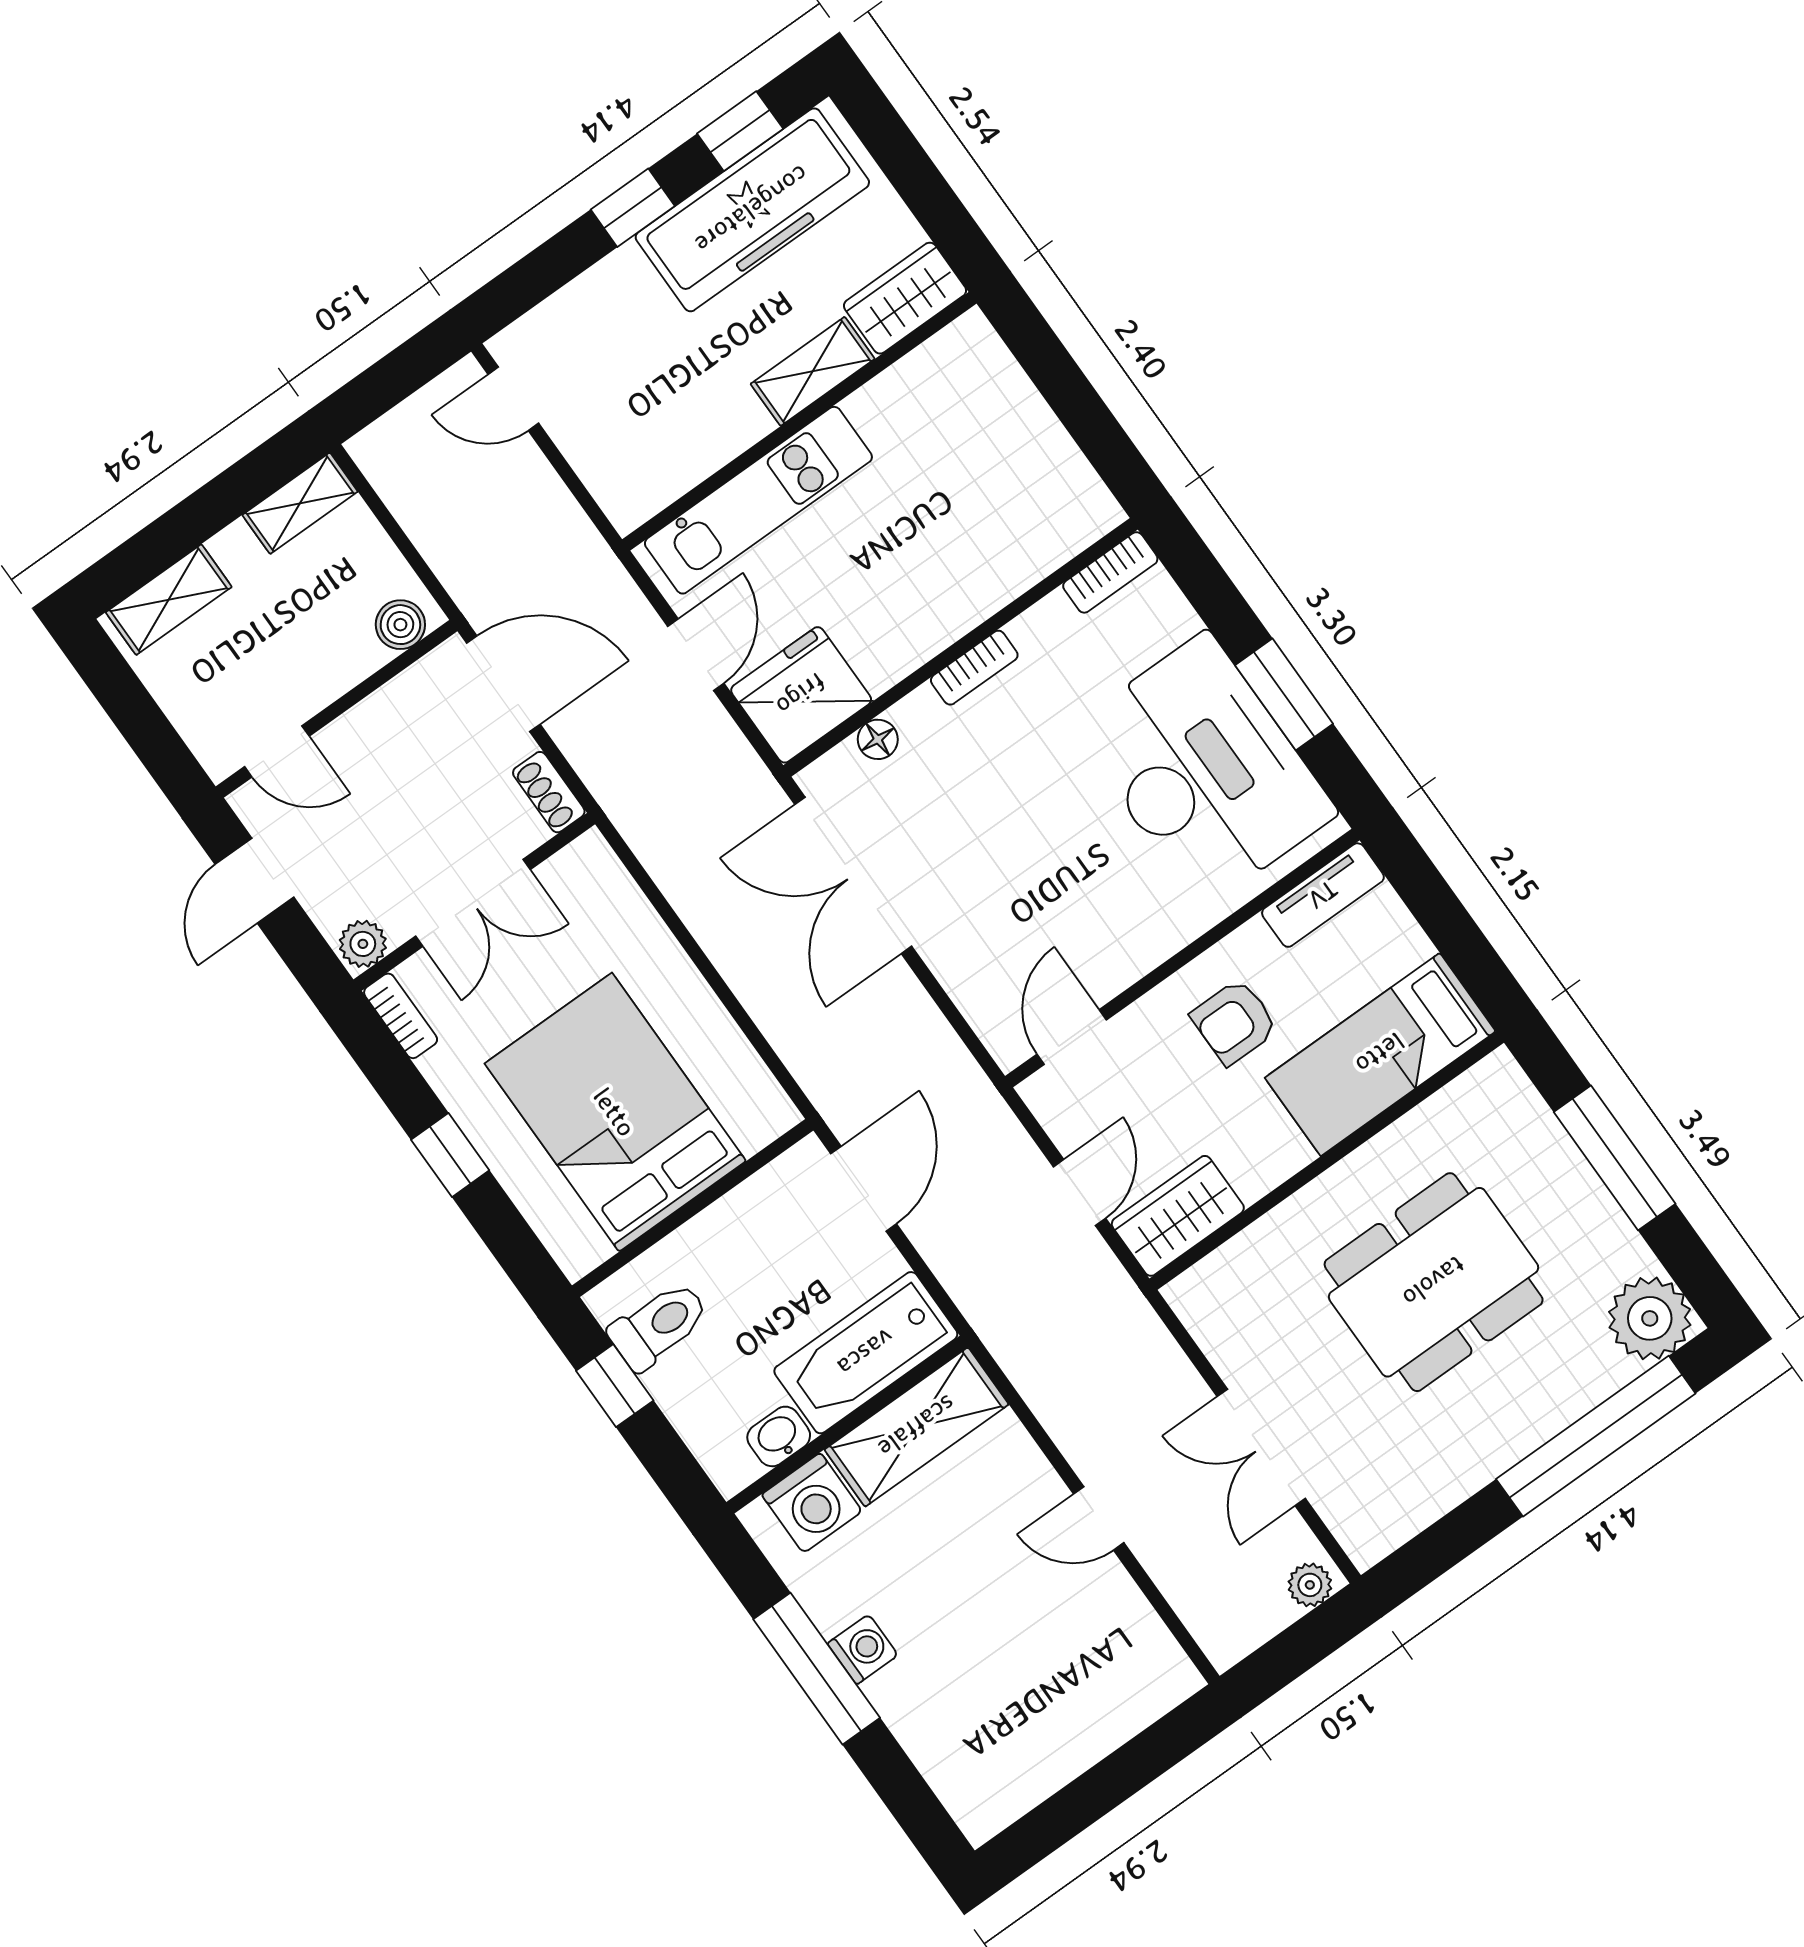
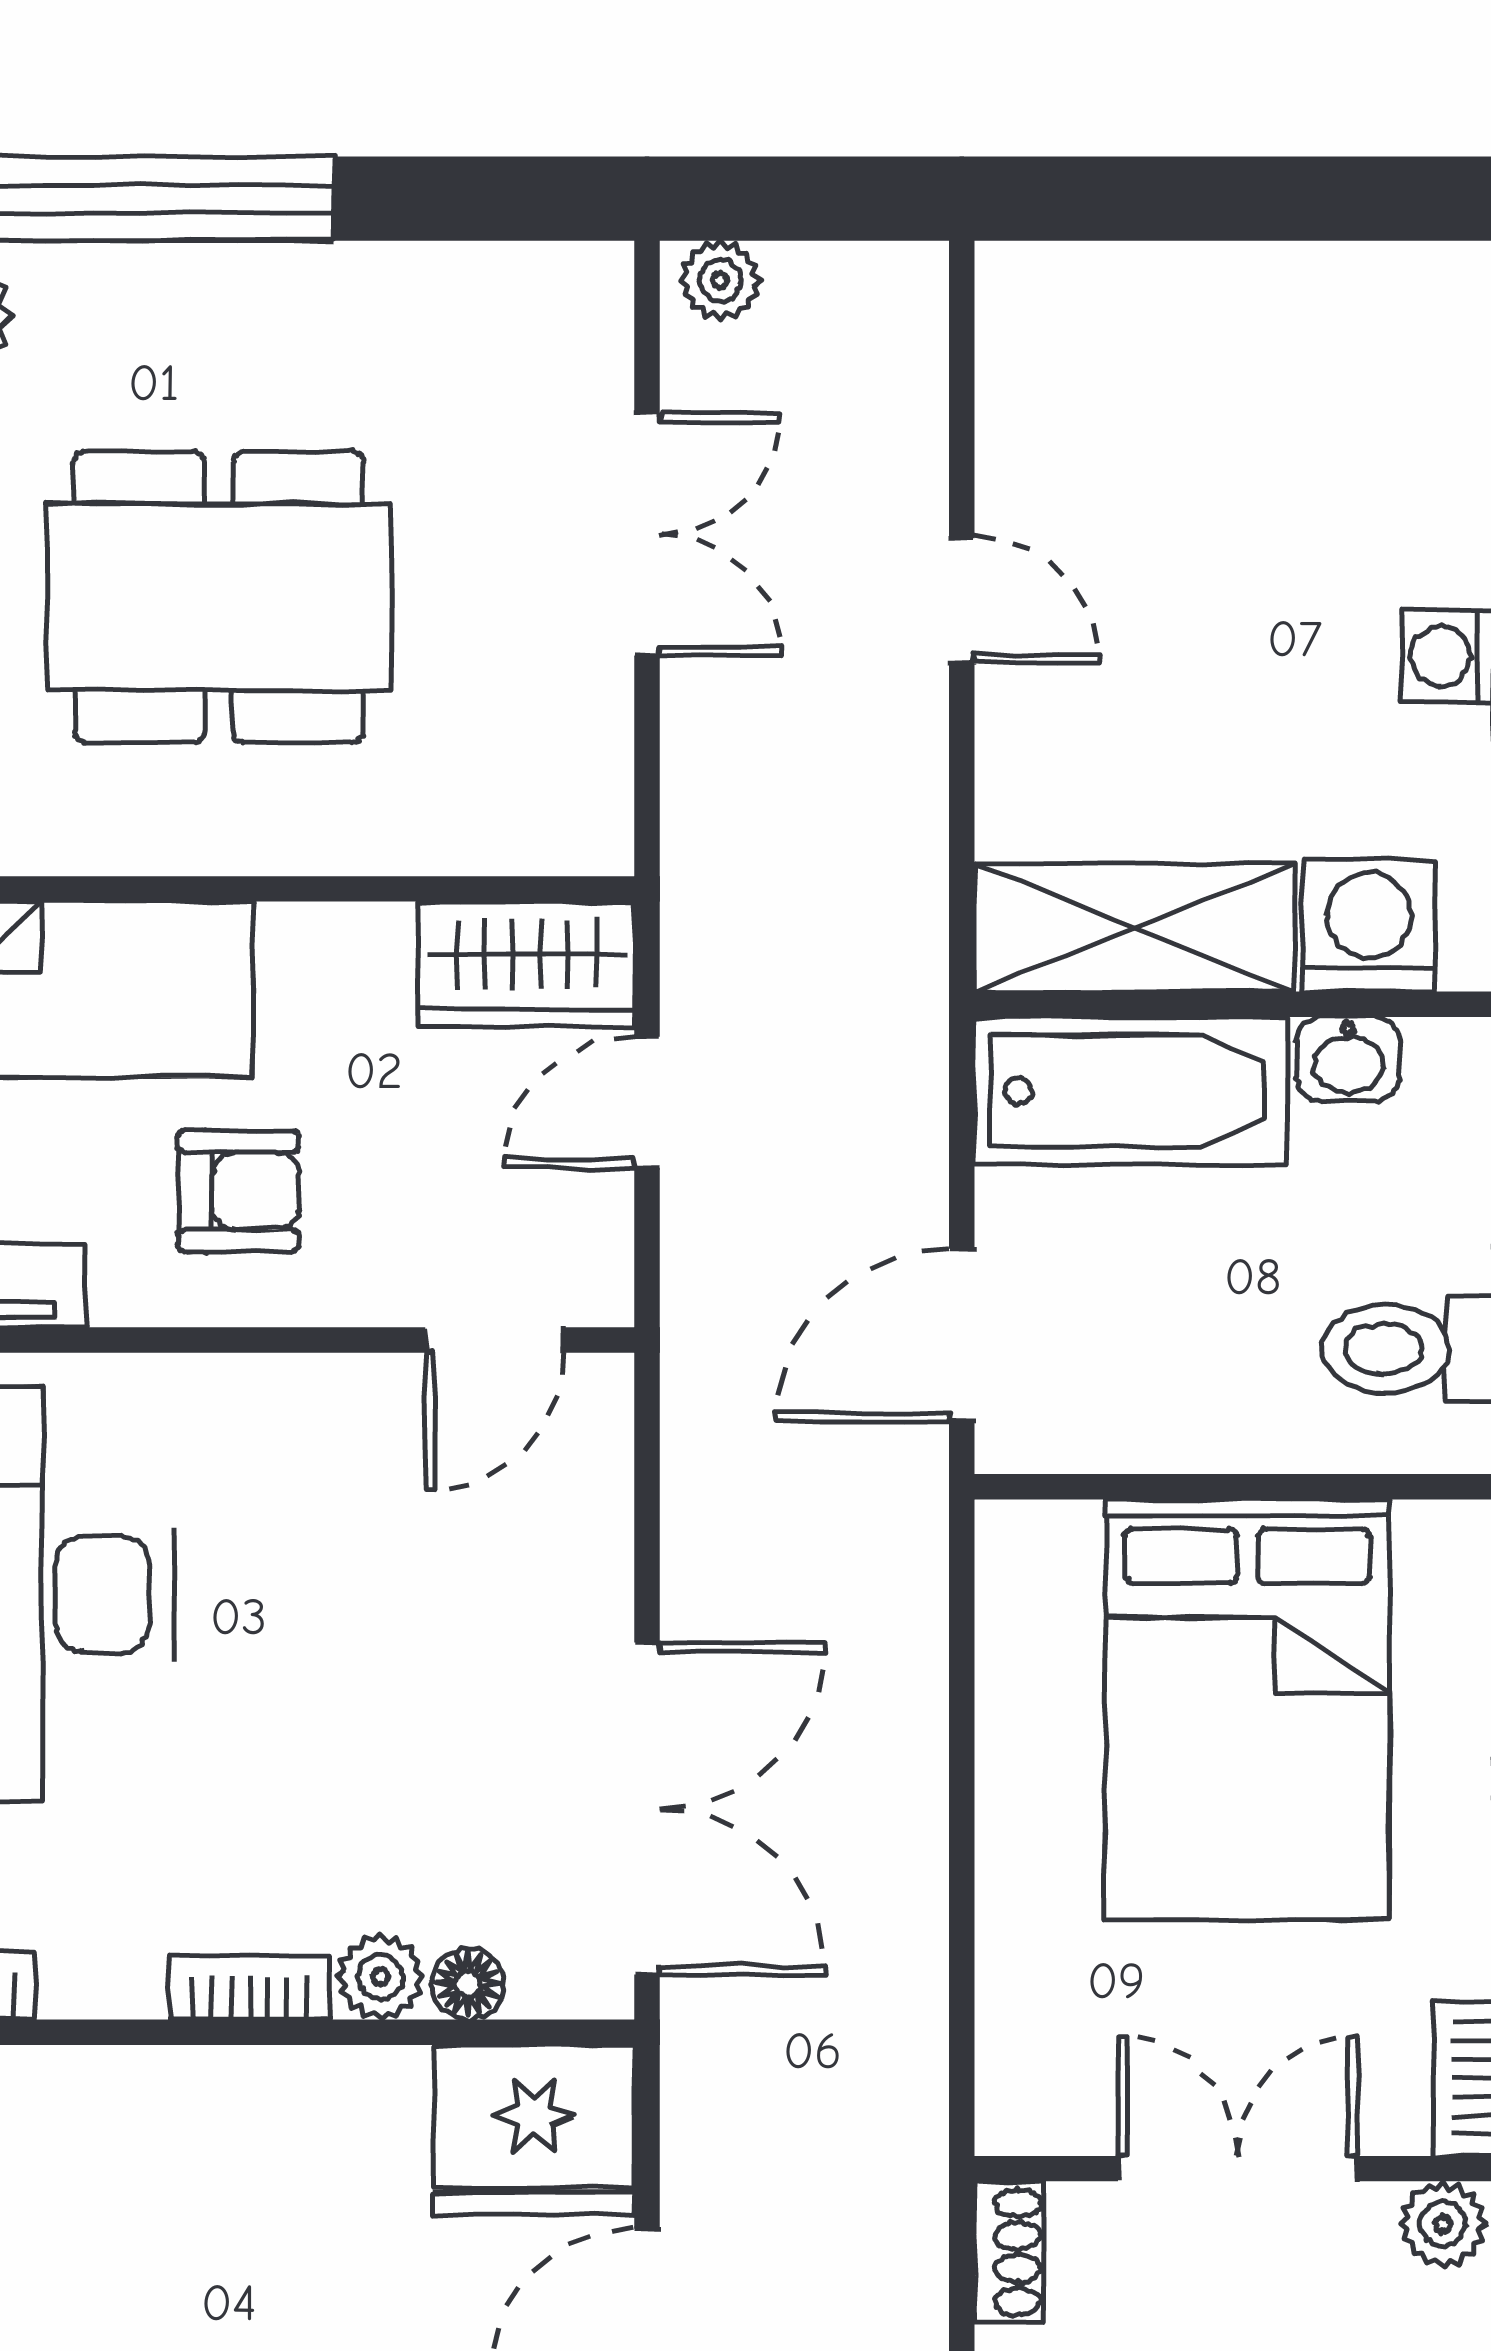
plant: (919, 715) -> (380, 1977), added

